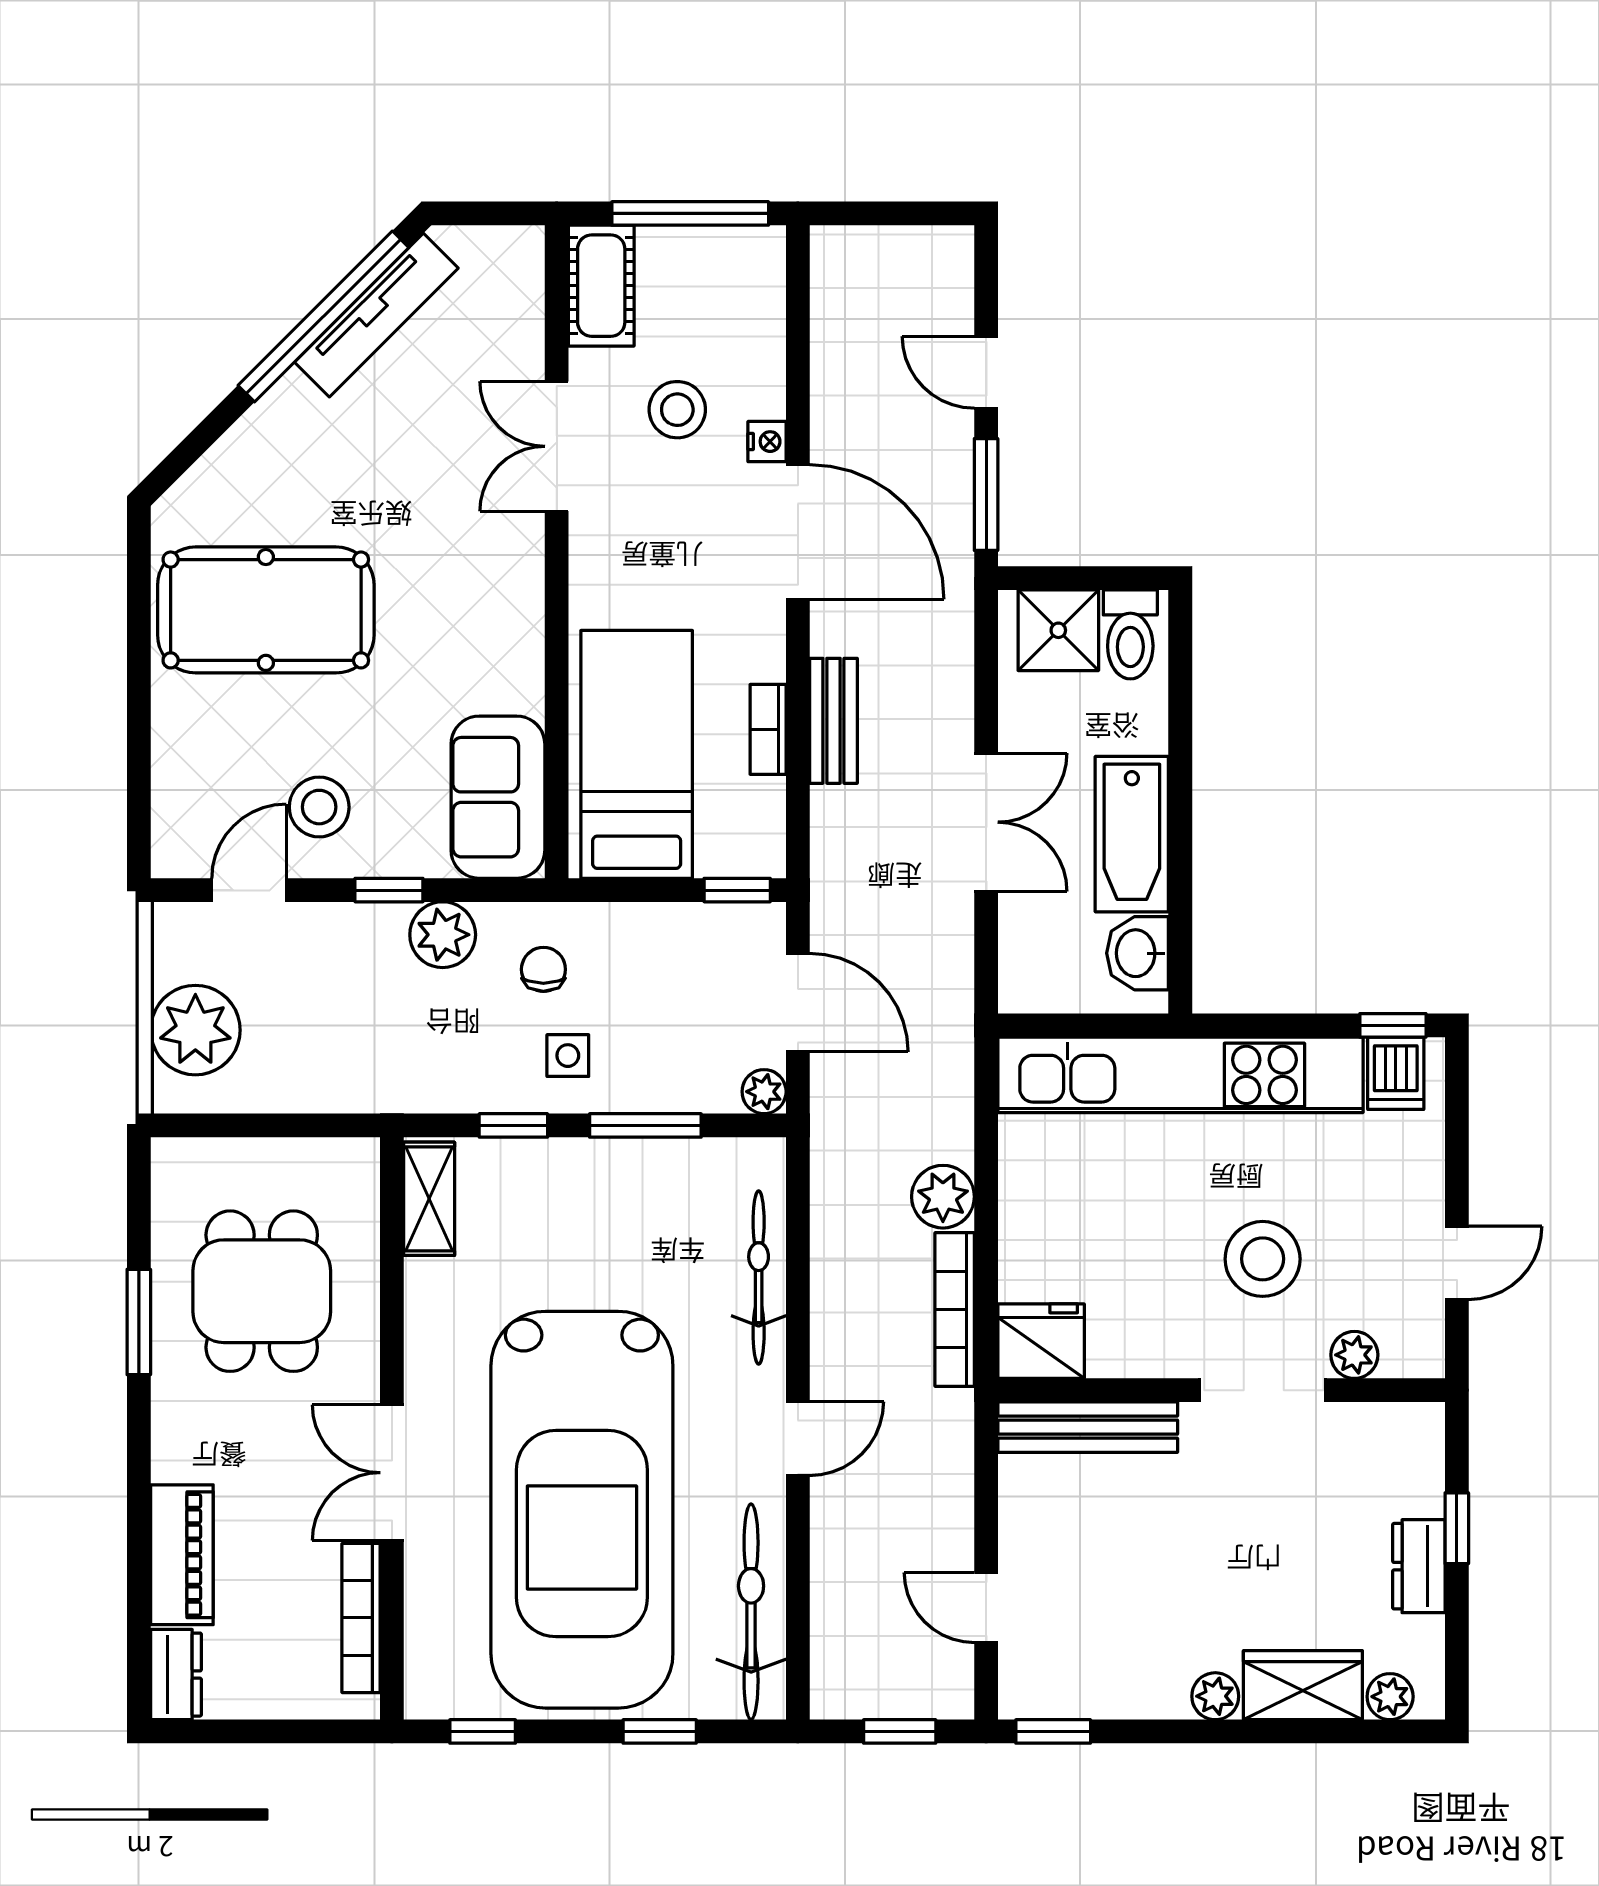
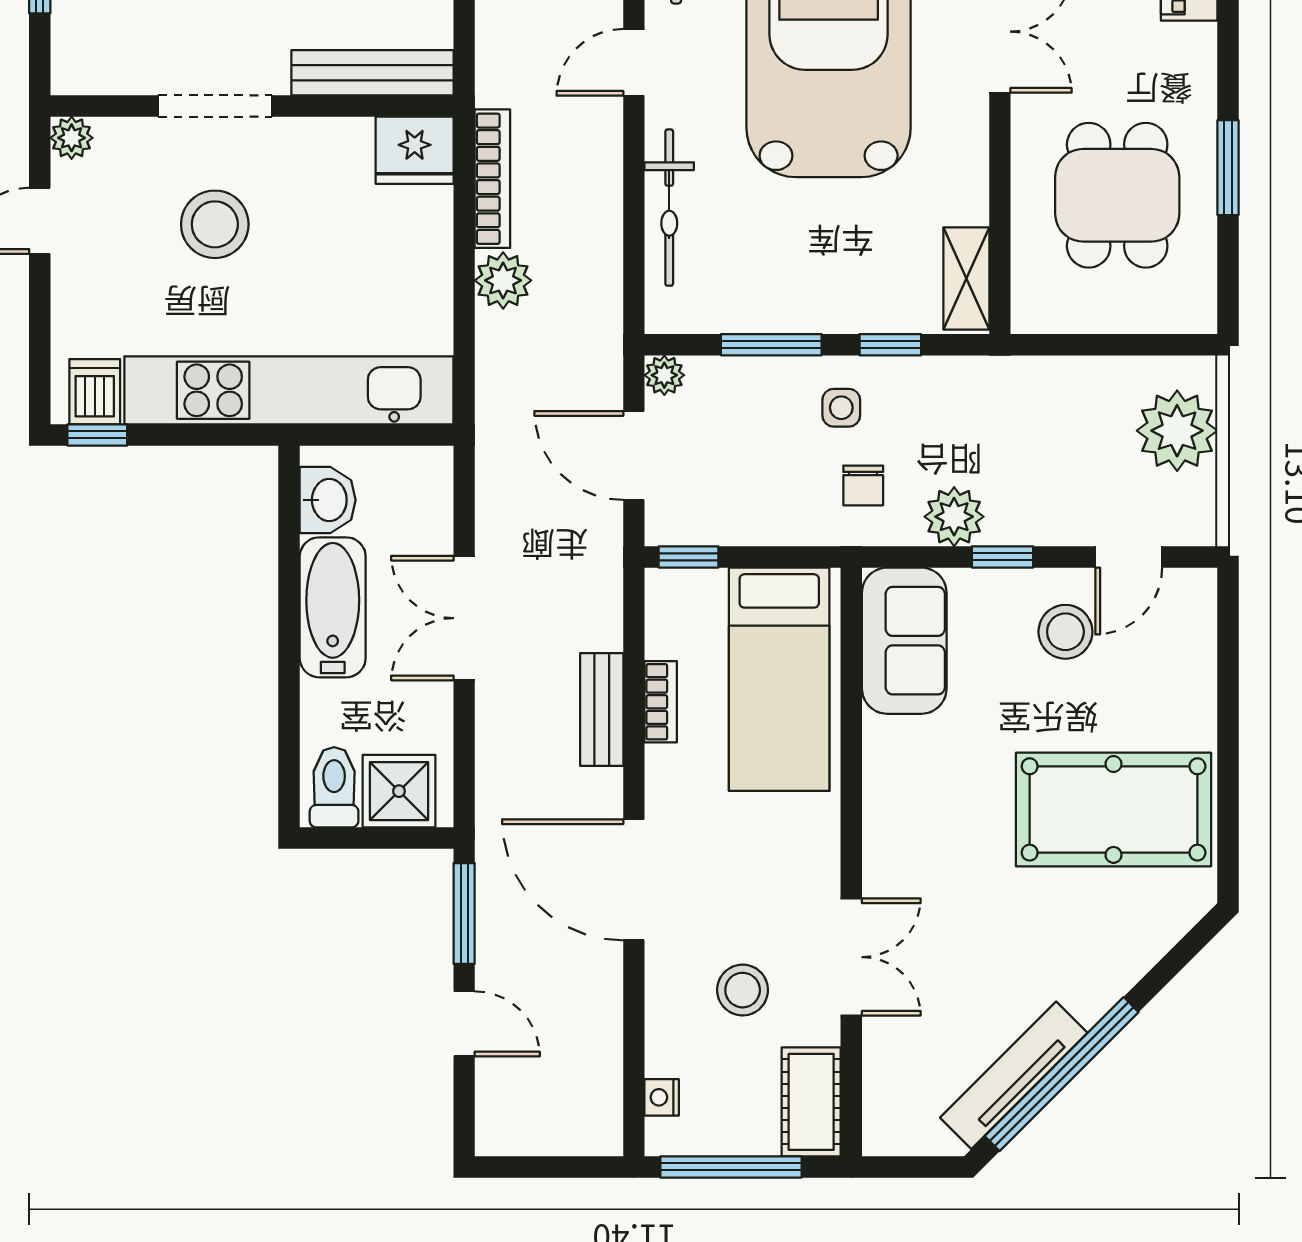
nightstand: (767, 442) -> (662, 1097), moved
plant: (1354, 1355) -> (72, 138), moved

